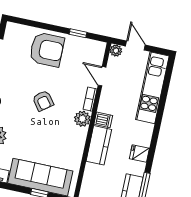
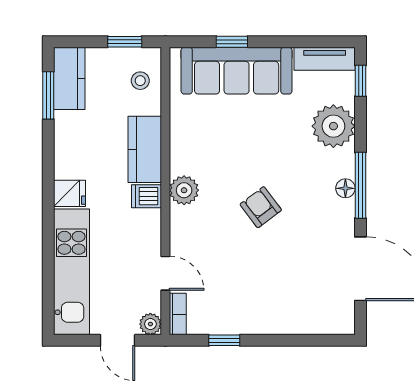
armchair: (47, 50) -> (273, 299), removed
bookcase: (90, 99) -> (178, 314), moved
fridge: (139, 153) -> (70, 193), moved
stool: (93, 183) -> (140, 81), added

